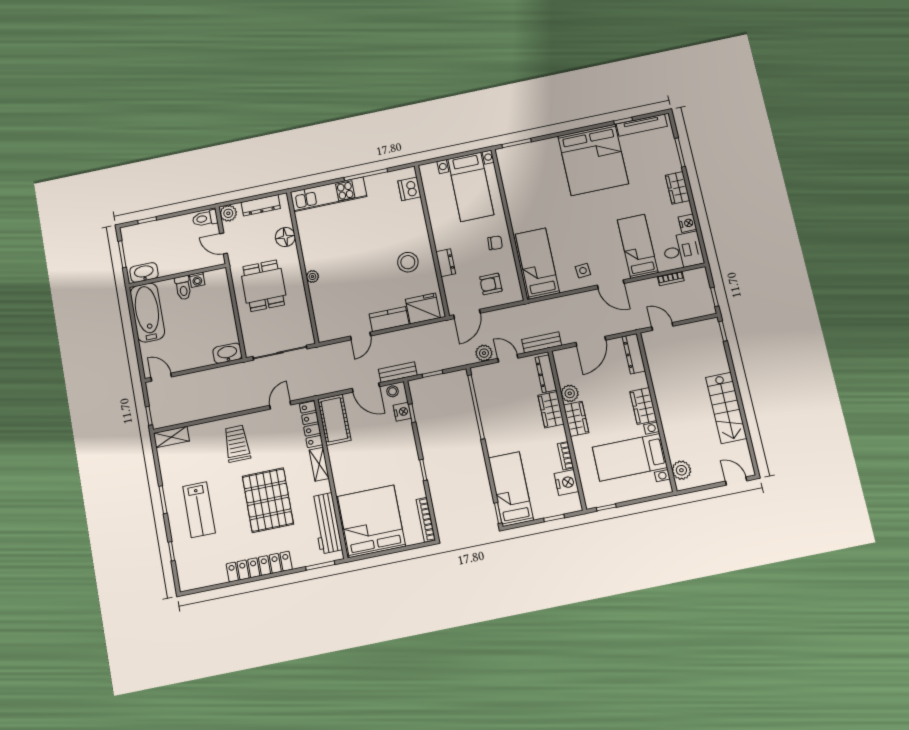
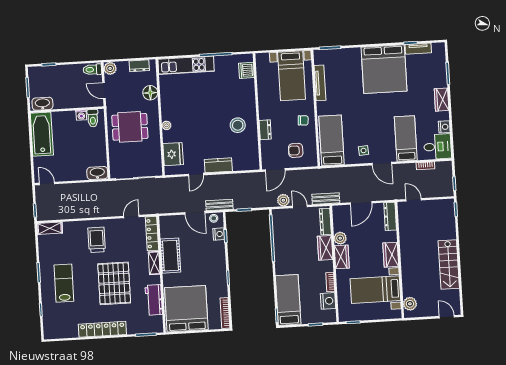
tv unit: (642, 125) -> (418, 49), width x0.71
tv unit: (510, 190) -> (320, 83), added
dresser: (261, 205) -> (139, 66), width x0.70
dining table: (264, 286) -> (130, 127), turned 90
toilet: (183, 288) -> (93, 118), moved
fridge: (423, 308) -> (173, 154), moved, turned 90
cot: (334, 420) -> (170, 256), moved
lab bench: (199, 510) -> (64, 283), turned 180
workbench: (326, 523) -> (154, 300), width x0.73

